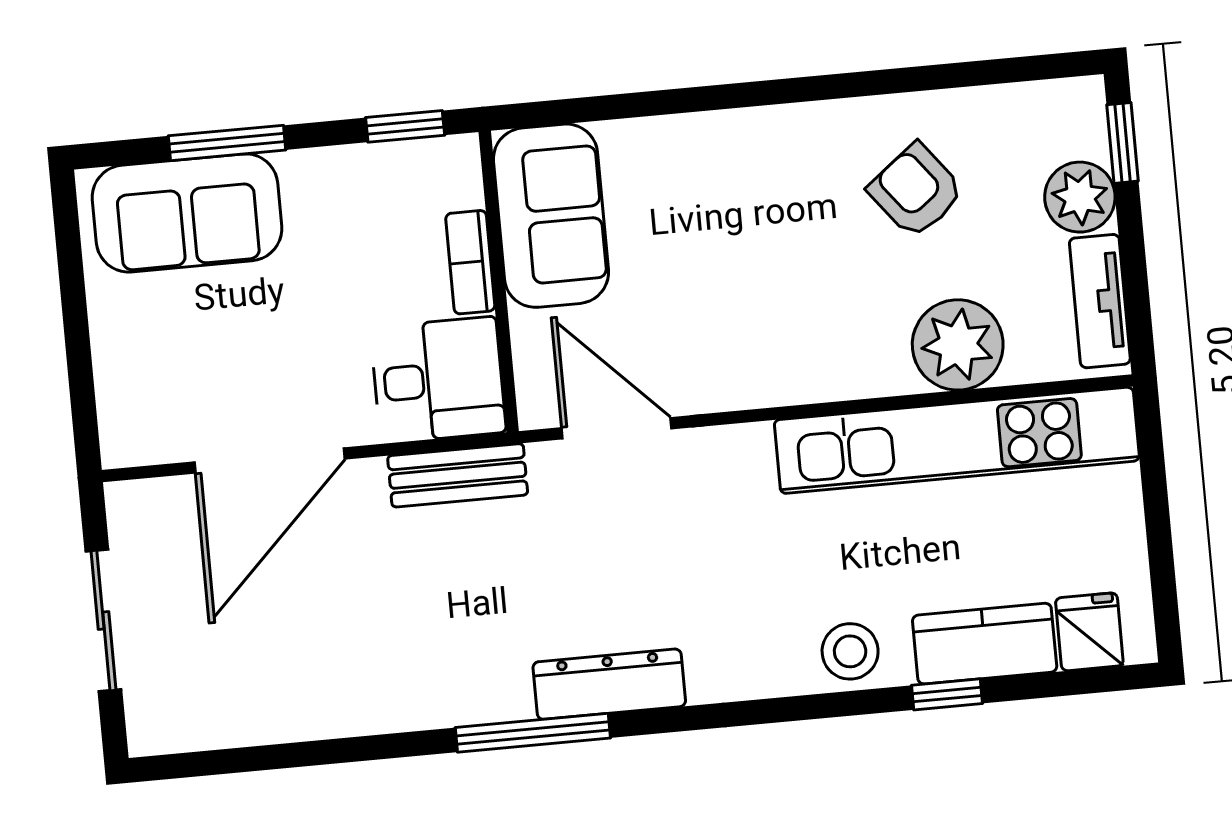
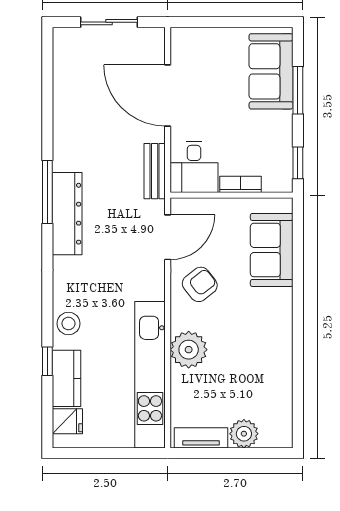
window: (1123, 143) -> (264, 453), removed
armchair: (916, 191) -> (200, 284), moved
sofa: (551, 216) -> (272, 250), moved, turned 90
plant: (958, 345) -> (189, 350), moved
dresser: (609, 684) -> (67, 214), width x1.37, depth x1.24

